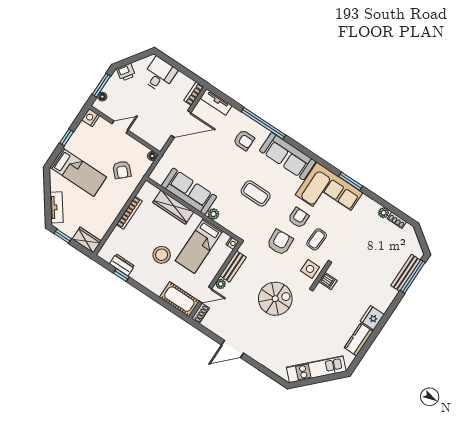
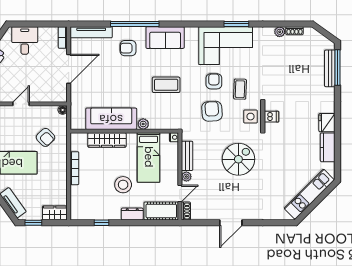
tv unit: (216, 102) -> (91, 32), width x1.41
armchair: (244, 140) -> (128, 48), turned 180
sofa: (288, 156) -> (165, 38), width x0.73
dresser: (122, 265) -> (132, 214), moved

